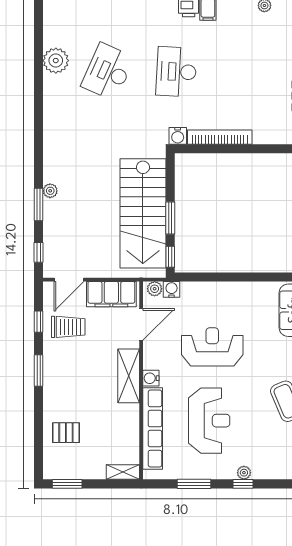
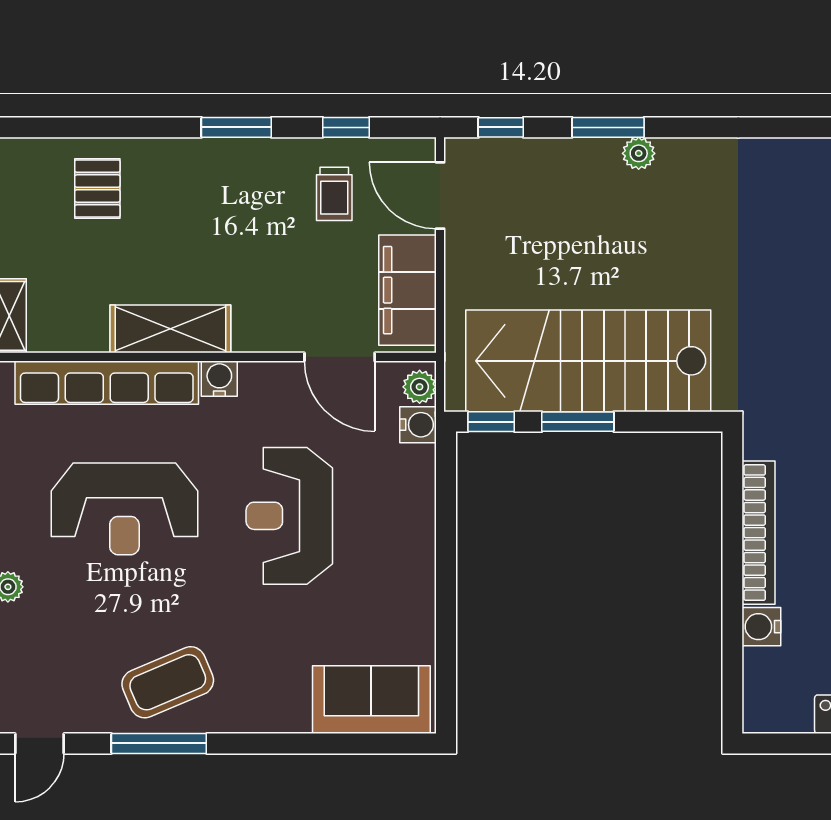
water cooler: (178, 136) -> (761, 627), moved
trolley: (68, 327) -> (334, 194), width x0.73, depth x0.72
reception desk: (212, 347) -> (289, 516), turned 180
shelving: (129, 376) -> (170, 329), moved

